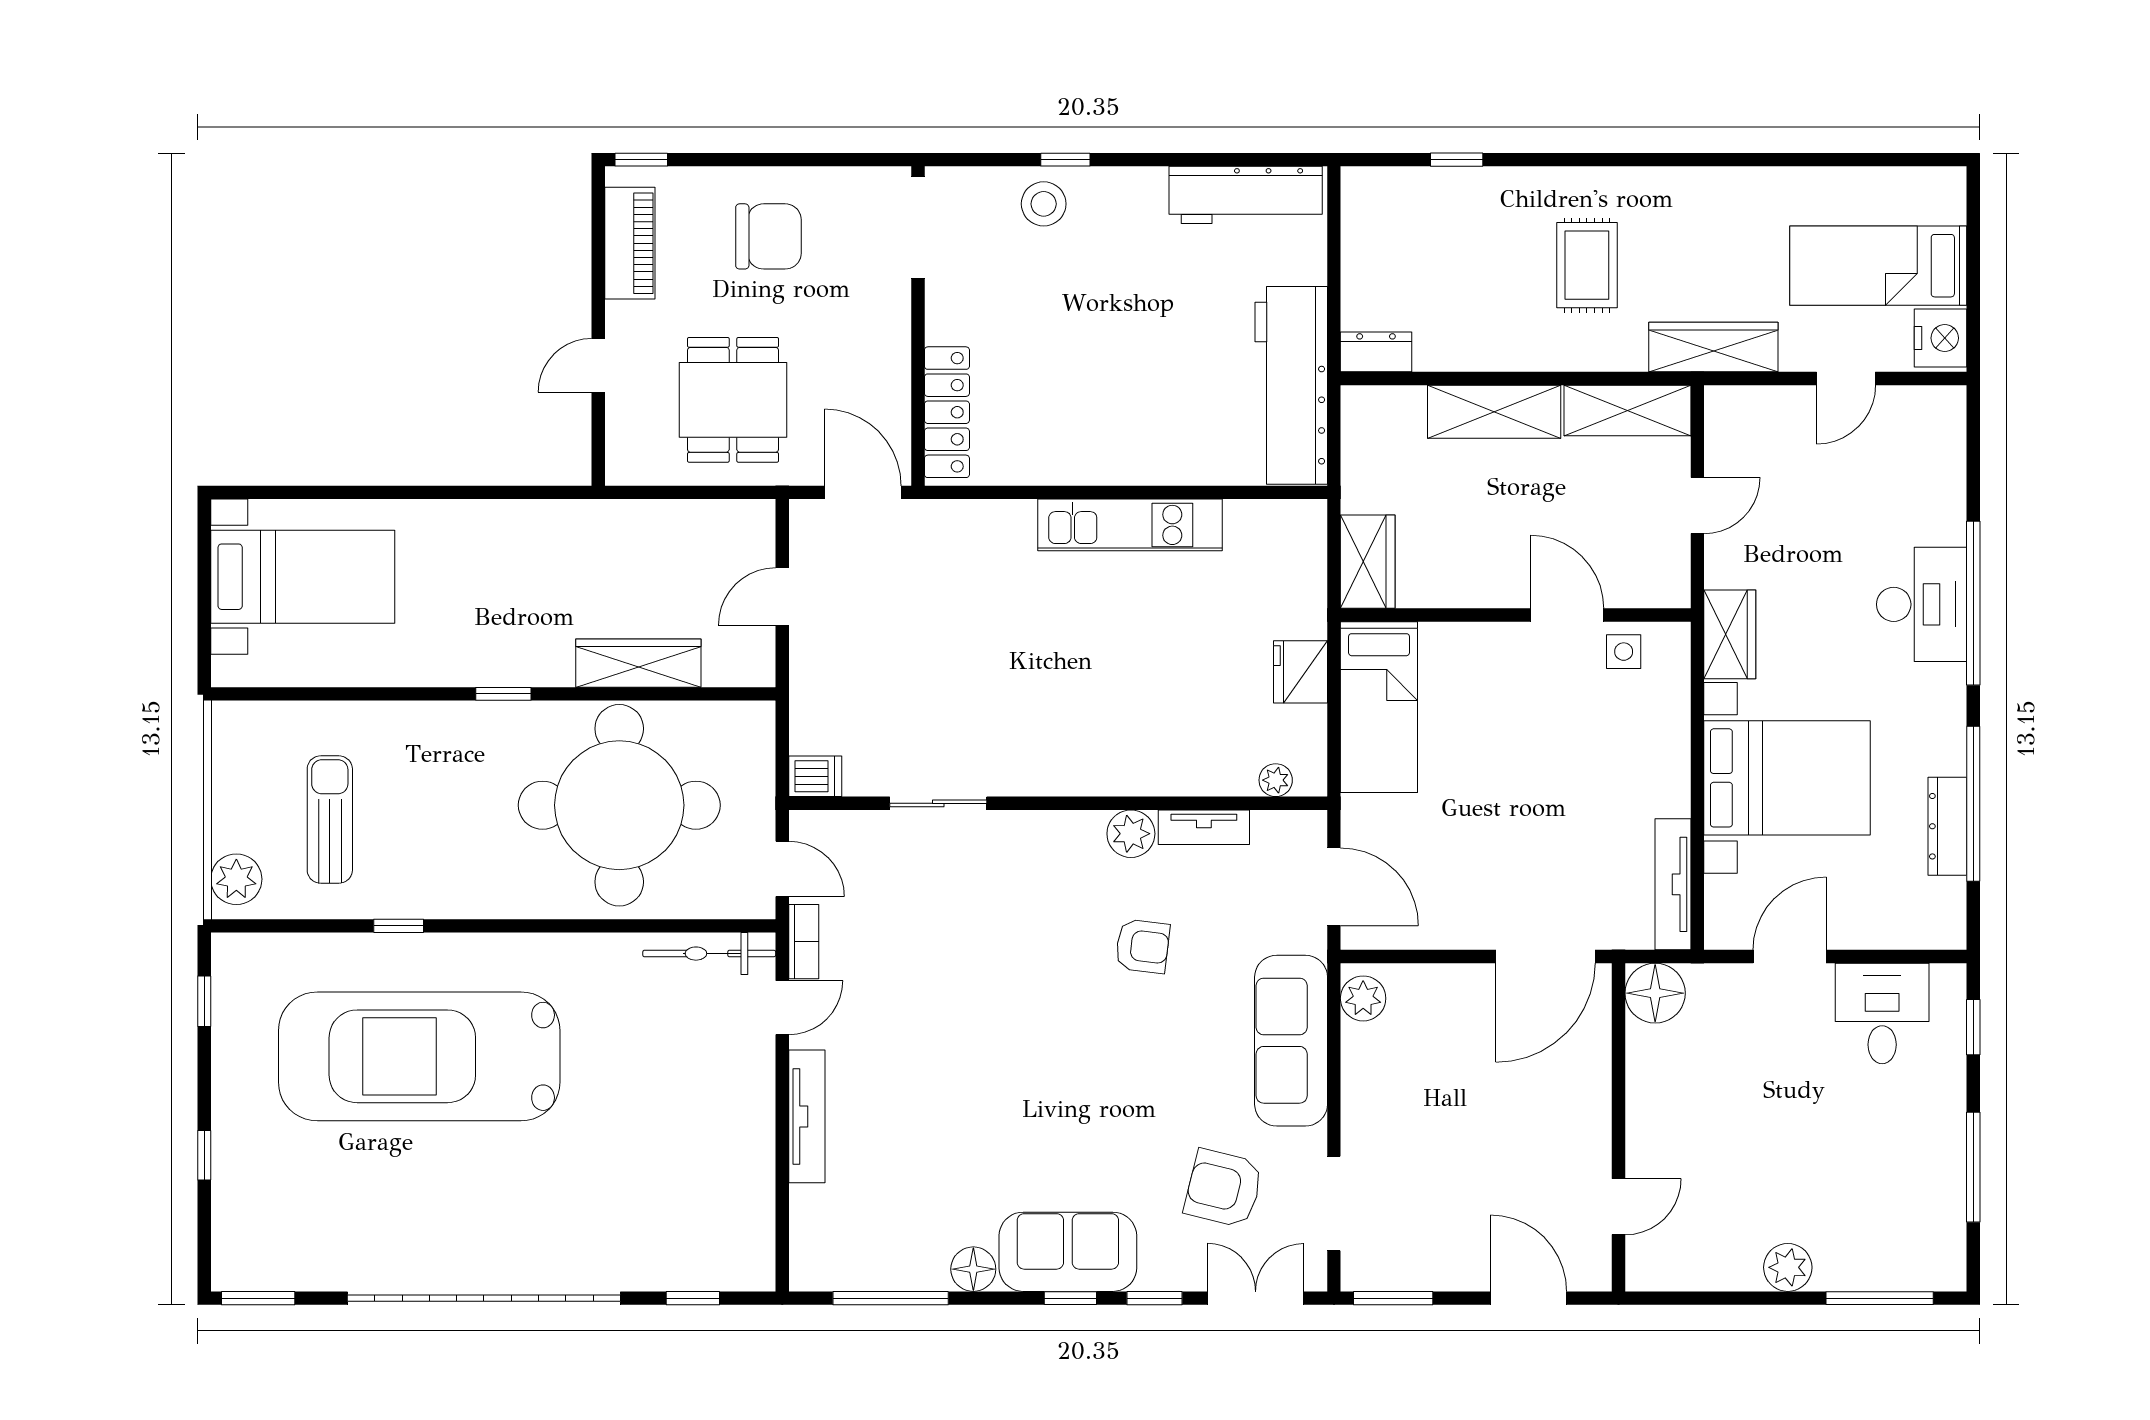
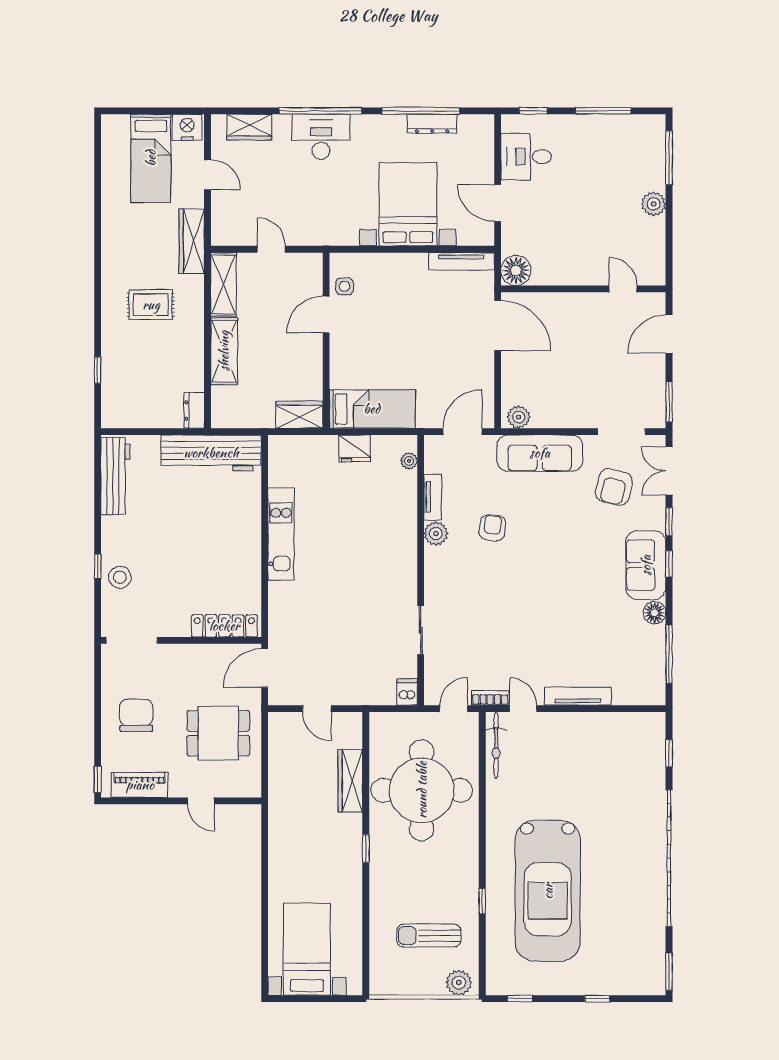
wardrobe: (1730, 634) -> (249, 127), moved, turned 180

